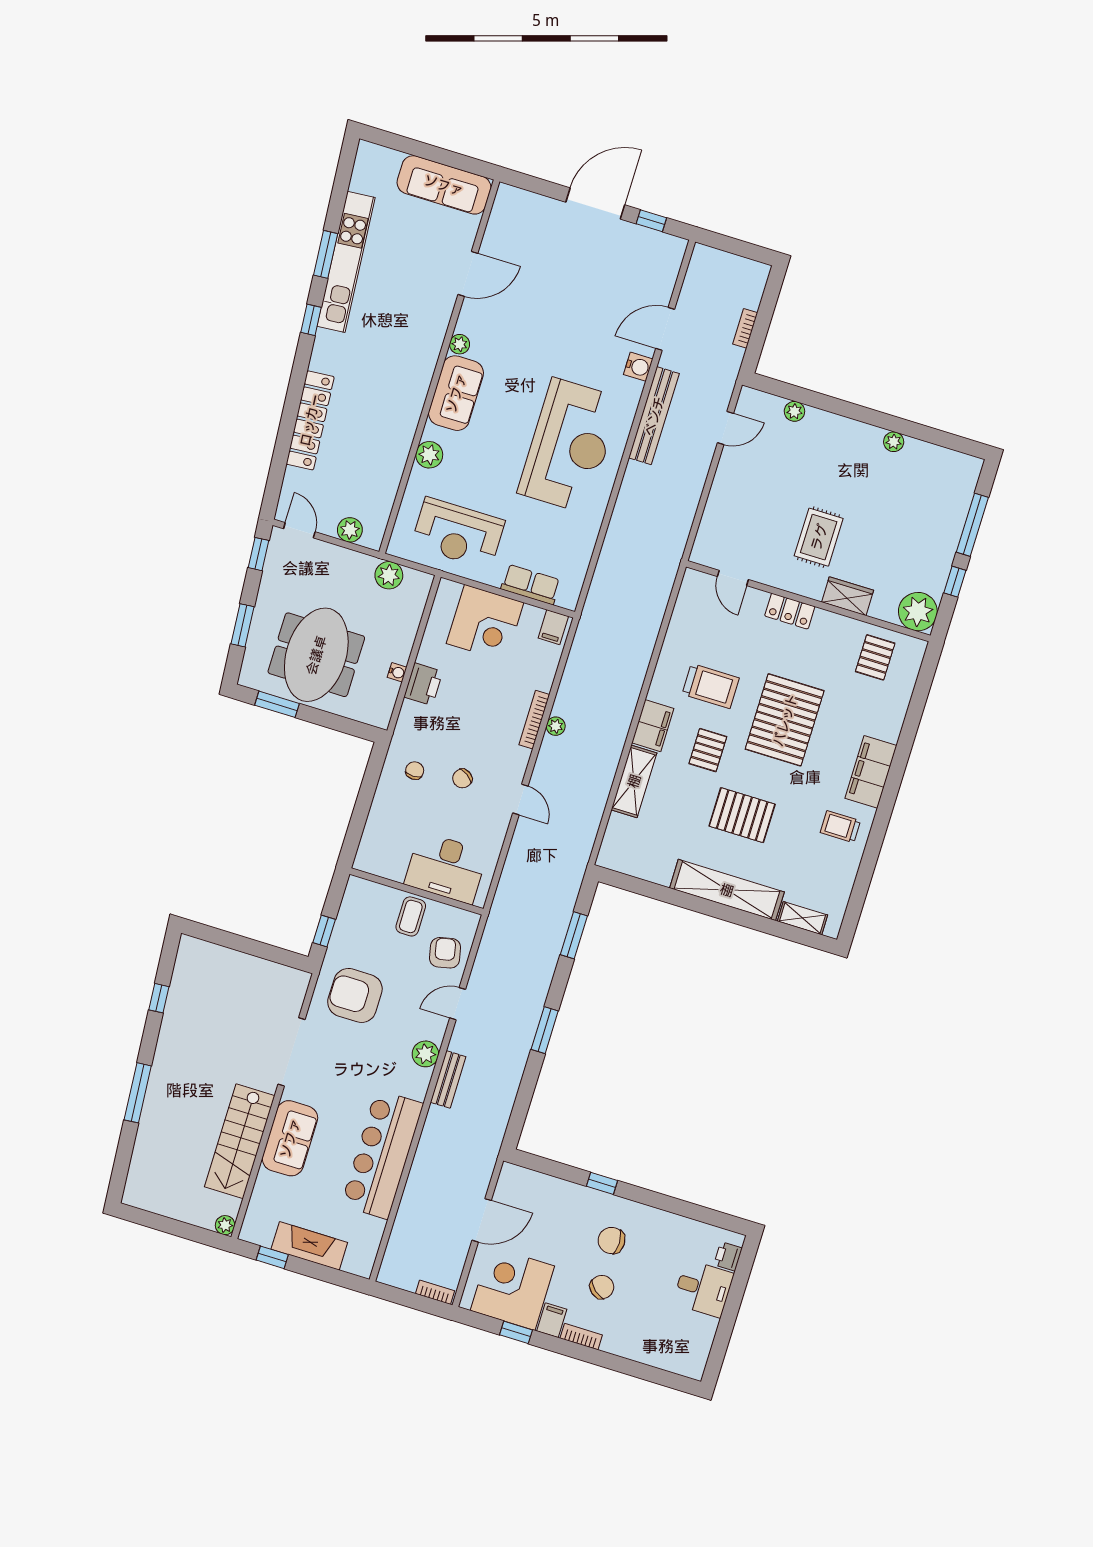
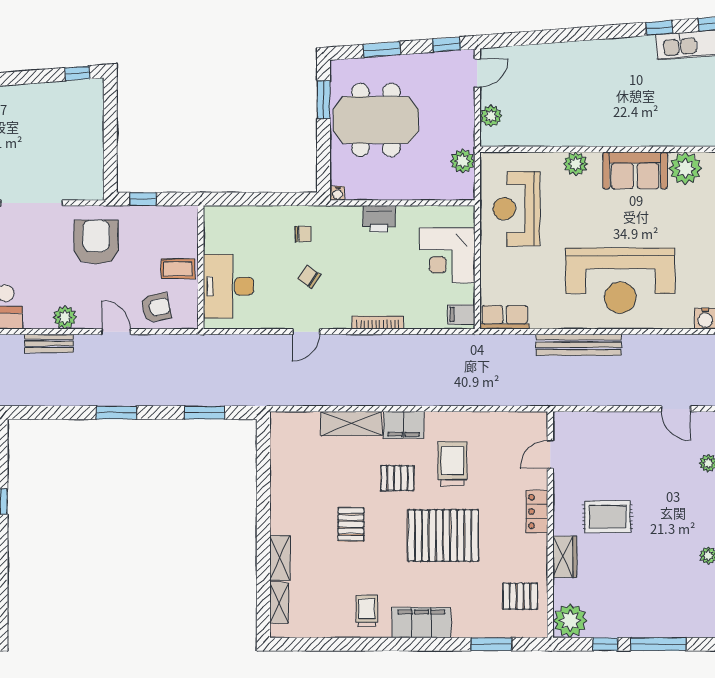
plant: (460, 344) -> (685, 168), width x1.87, depth x1.87
bench: (654, 416) -> (579, 345), moved
locker: (310, 420) -> (574, 53), removed
row of seats: (531, 585) -> (505, 317), moved, turned -90
water cooler: (397, 672) -> (338, 193), moved
trolley: (711, 686) -> (453, 464), turned 180
window: (917, 704) -> (491, 644), added
plant: (556, 726) -> (378, 342), removed
pallet: (742, 815) -> (351, 524), width x0.67, depth x0.71
shelving: (727, 890) -> (280, 558), width x0.45, depth x0.75
window: (159, 998) -> (77, 73), moved

